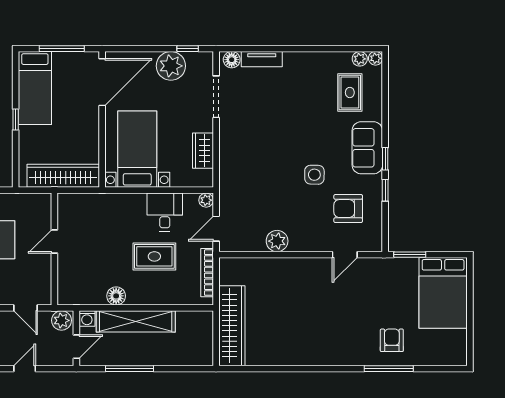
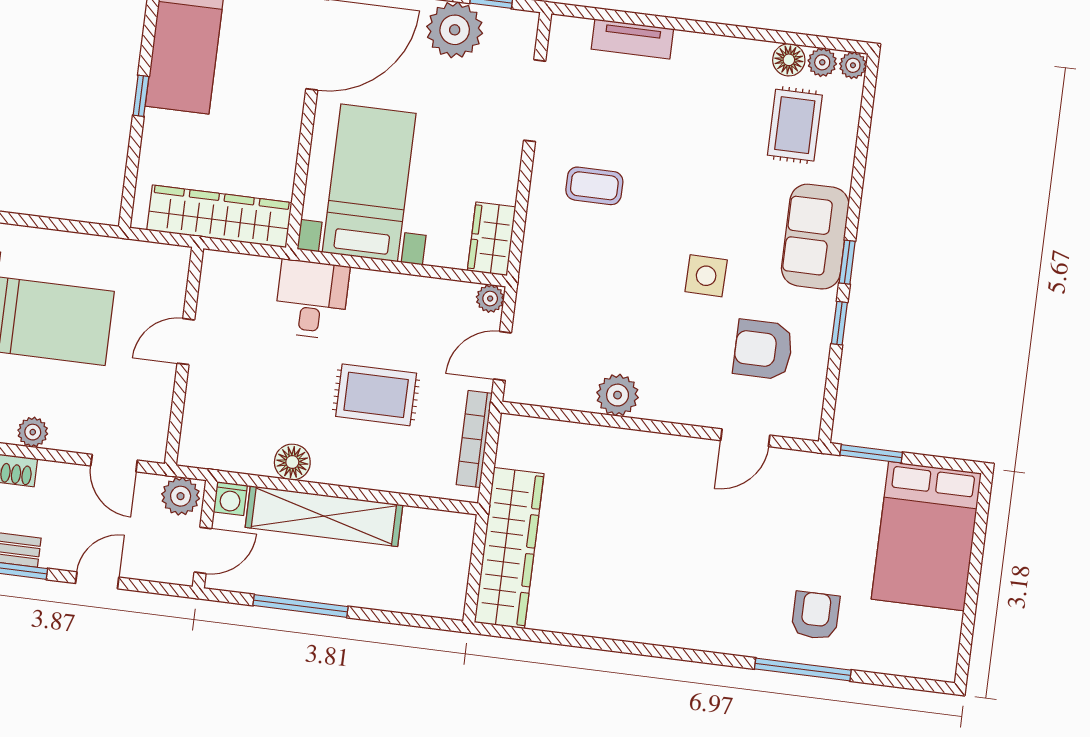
floor lamp: (232, 60) -> (789, 60), moved
coffee table: (252, 136) -> (594, 186), added
wardrobe: (203, 151) -> (492, 239), moved
desk: (165, 212) -> (312, 299), moved

